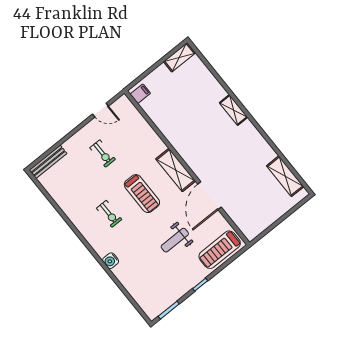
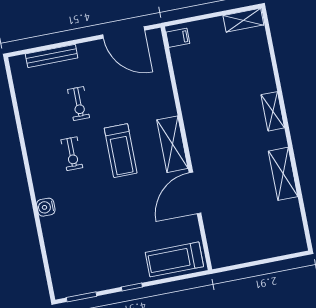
door: (100, 110) -> (124, 32), width x1.88
exercise bike: (103, 154) -> (79, 104), moved
bench: (48, 162) -> (52, 56), moved
shelving: (285, 176) -> (283, 174), moved
weight bench: (175, 240) -> (130, 222), removed

